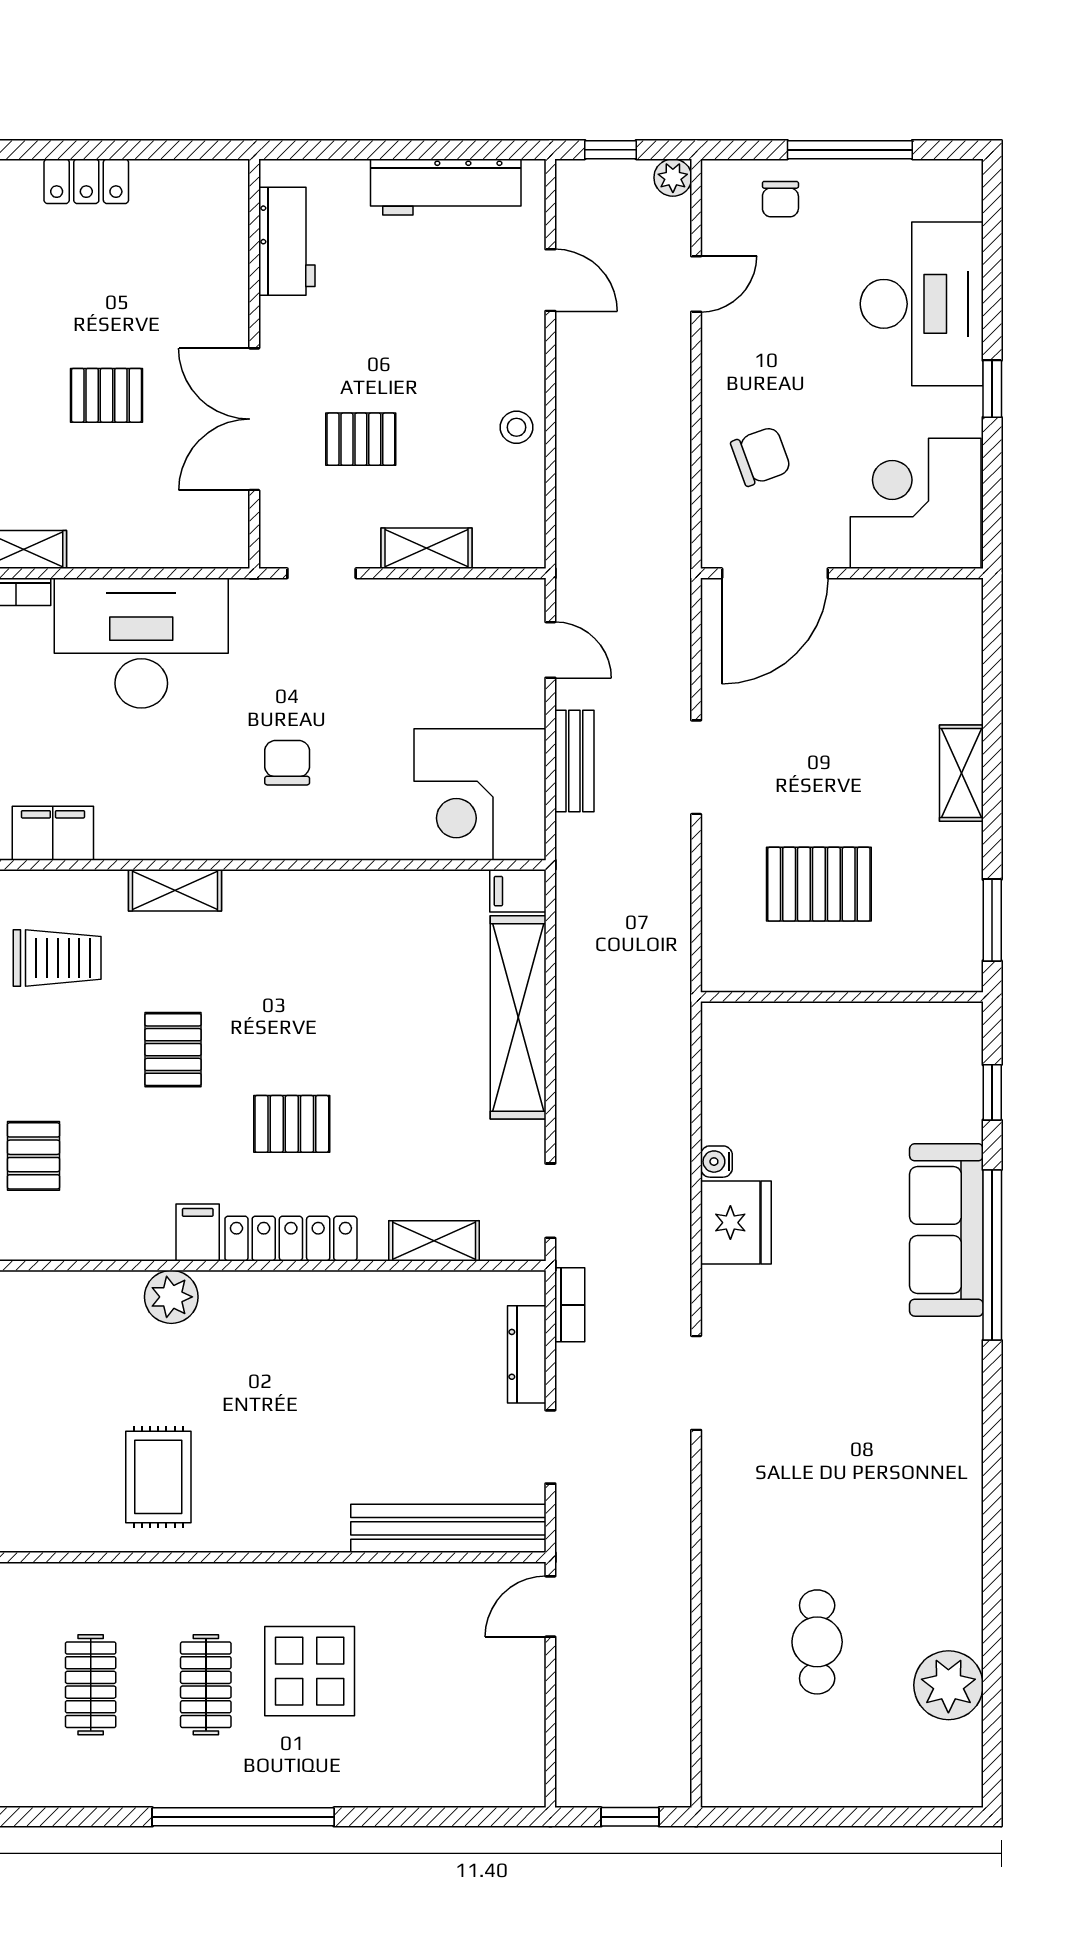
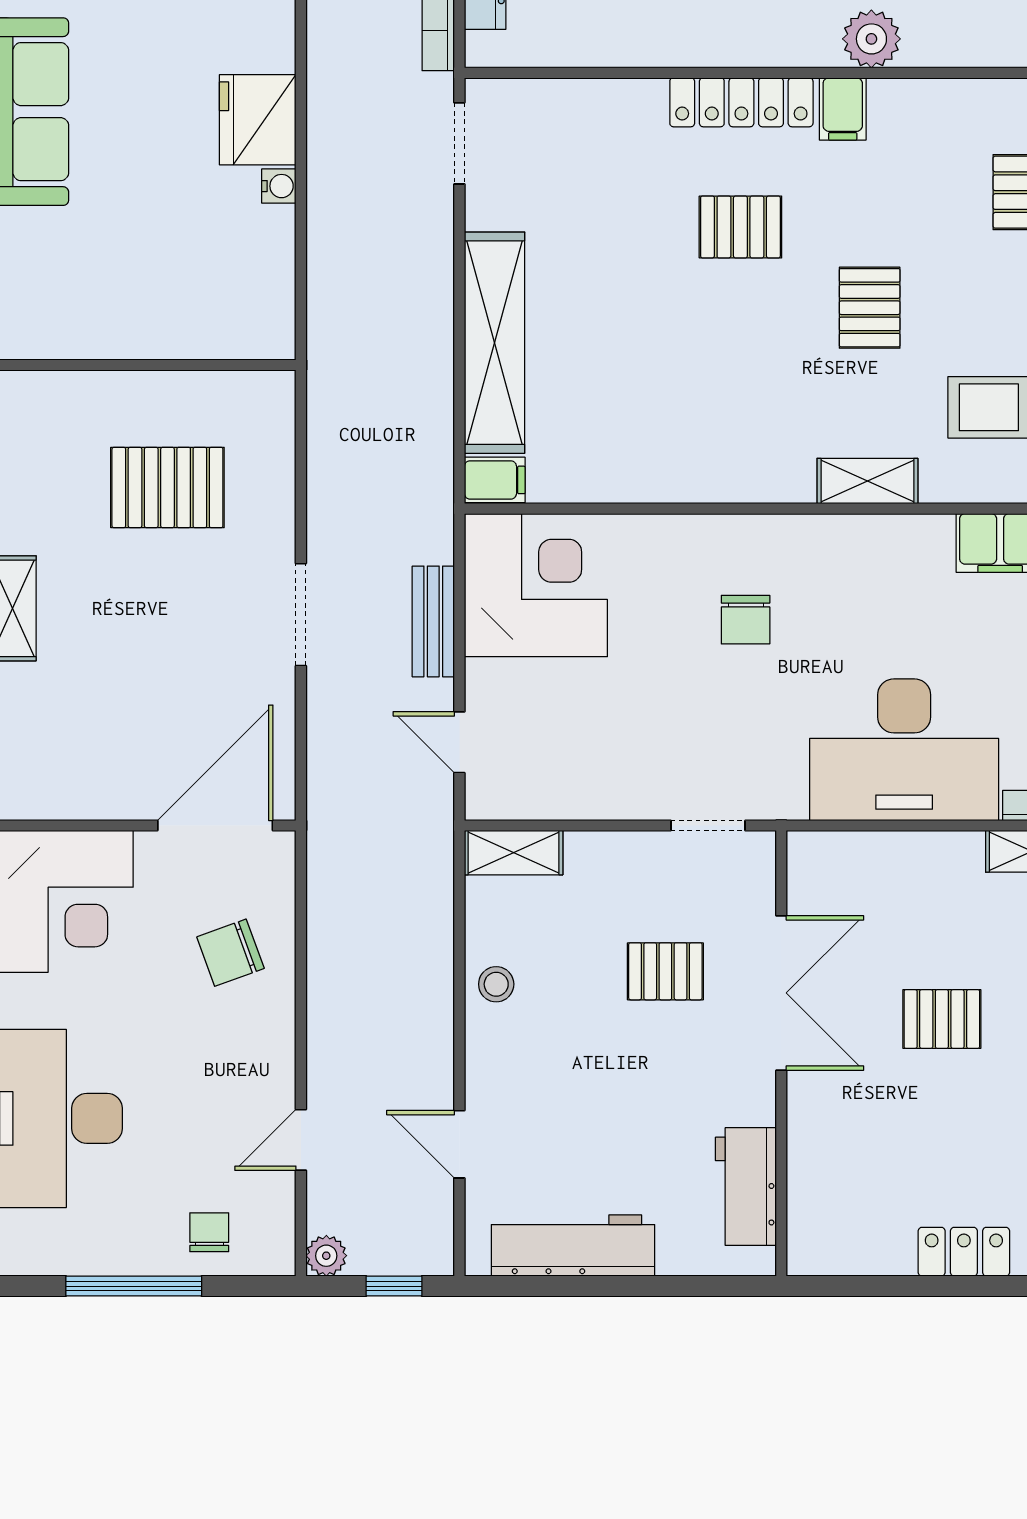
shelving: (427, 548) -> (514, 853), moved
shelving: (434, 1241) -> (586, 100), removed

